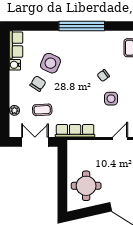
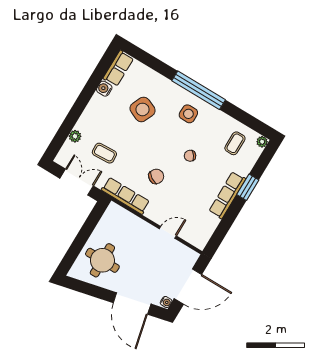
chair: (38, 84) -> (156, 176), moved
side table: (111, 99) -> (188, 114), moved

